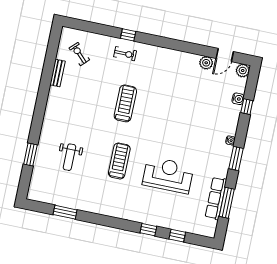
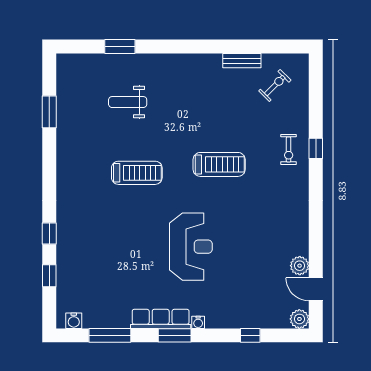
water cooler: (238, 99) -> (74, 321), moved
reception desk: (168, 175) -> (191, 247), moved
row of seats: (216, 198) -> (161, 319), moved

